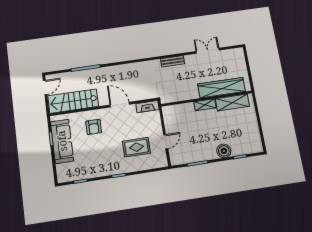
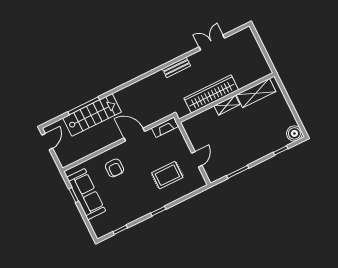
wardrobe: (221, 88) -> (211, 94), moved
stairs: (73, 101) -> (92, 115), moved, turned 180
boiler: (224, 151) -> (294, 133), moved

